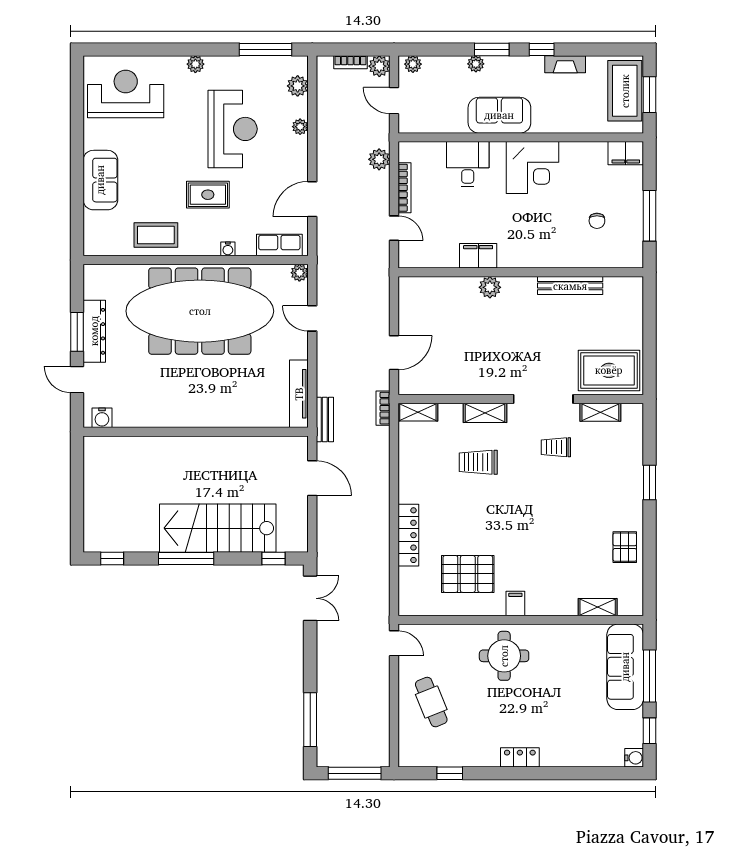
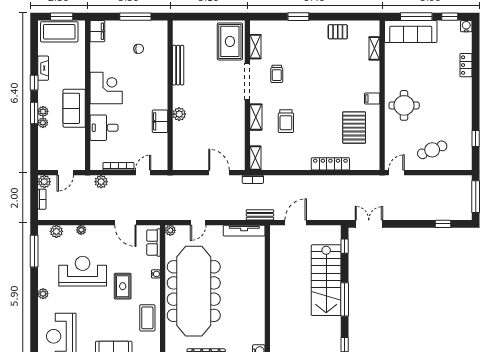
plant: (413, 64) -> (43, 111), moved
window: (310, 720) -> (443, 224), width x0.46
locker: (520, 757) -> (466, 65), moved

